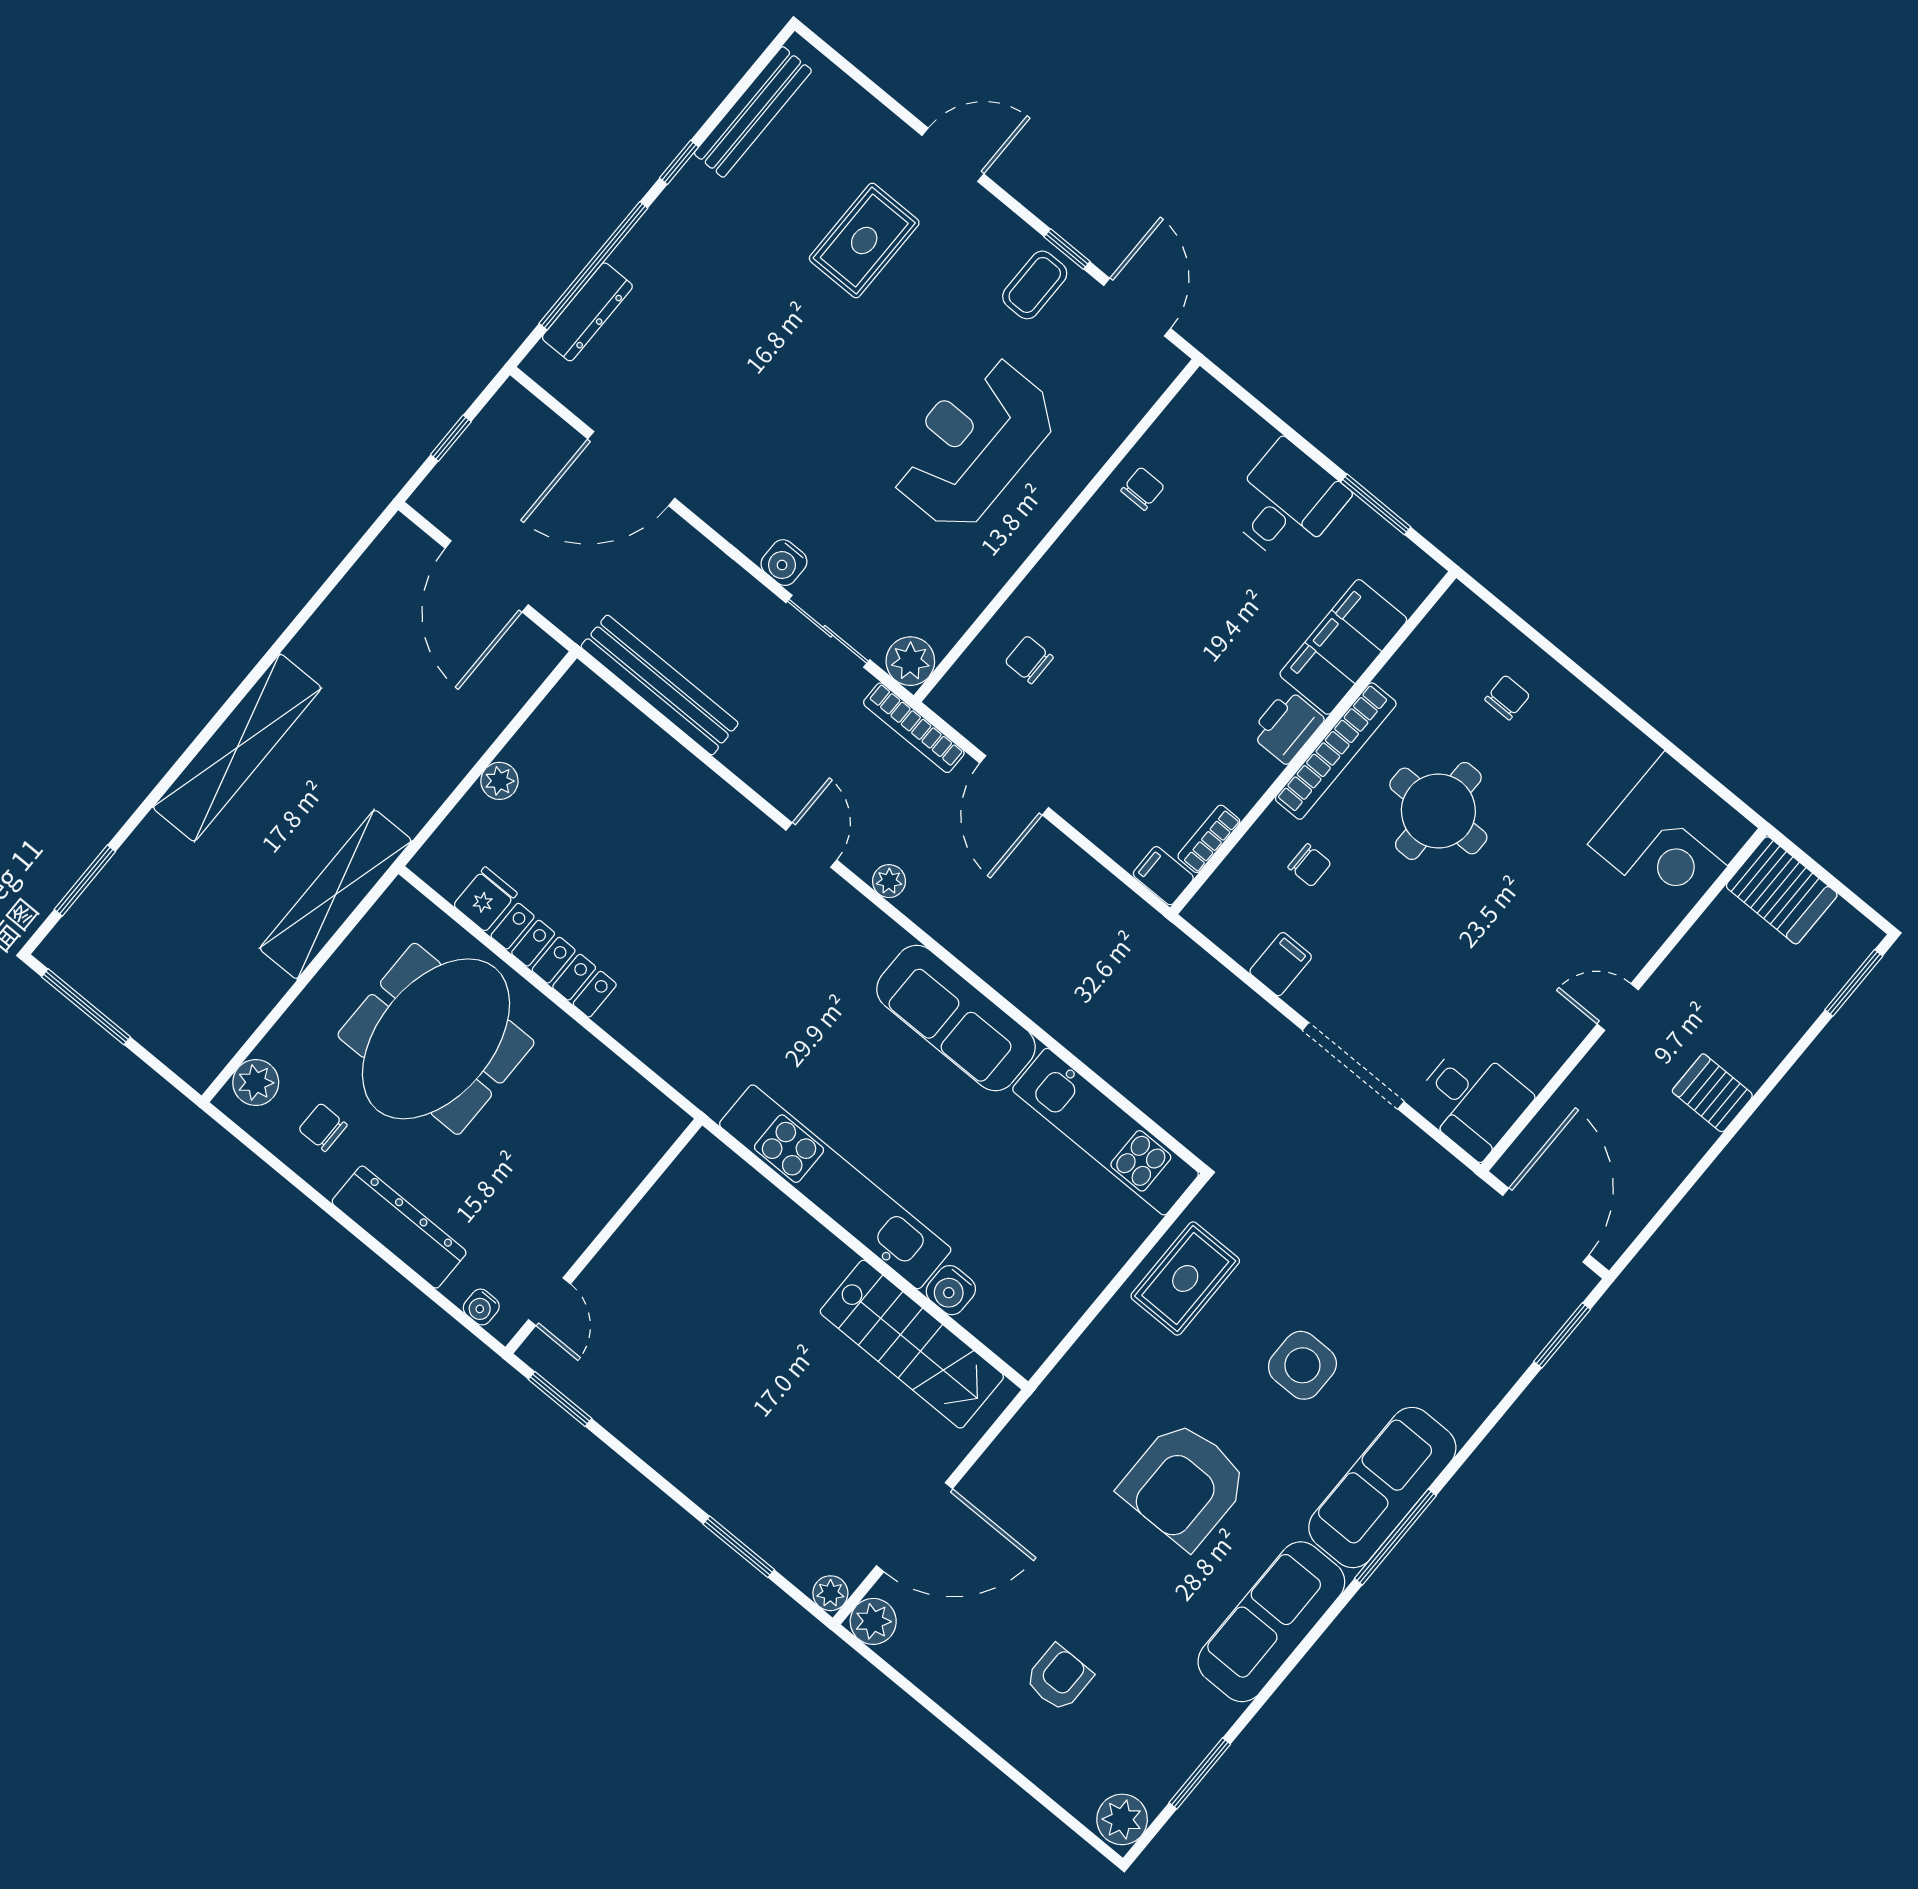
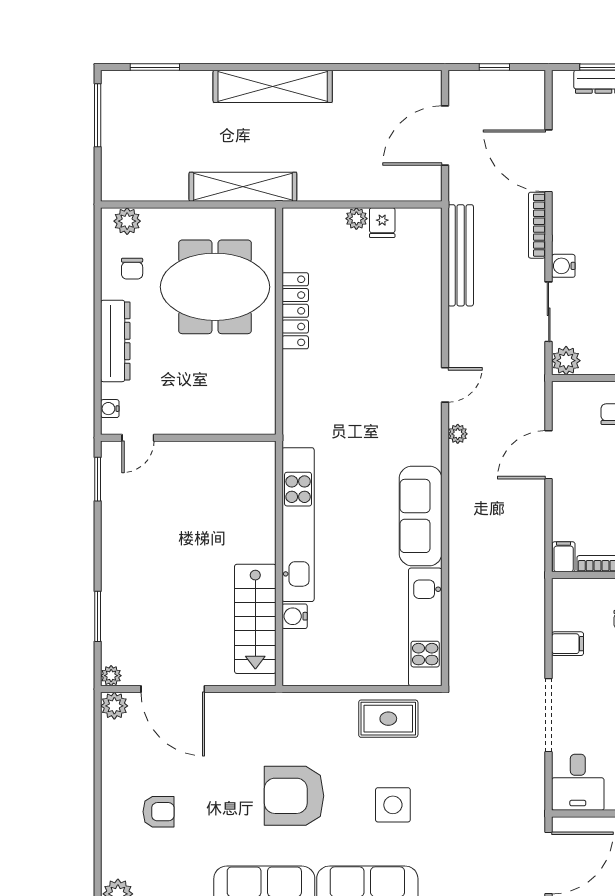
bookcase: (914, 728) -> (537, 225), moved
fridge: (485, 899) -> (382, 223), moved, turned 90
chair: (323, 1127) -> (132, 269), turned 180

